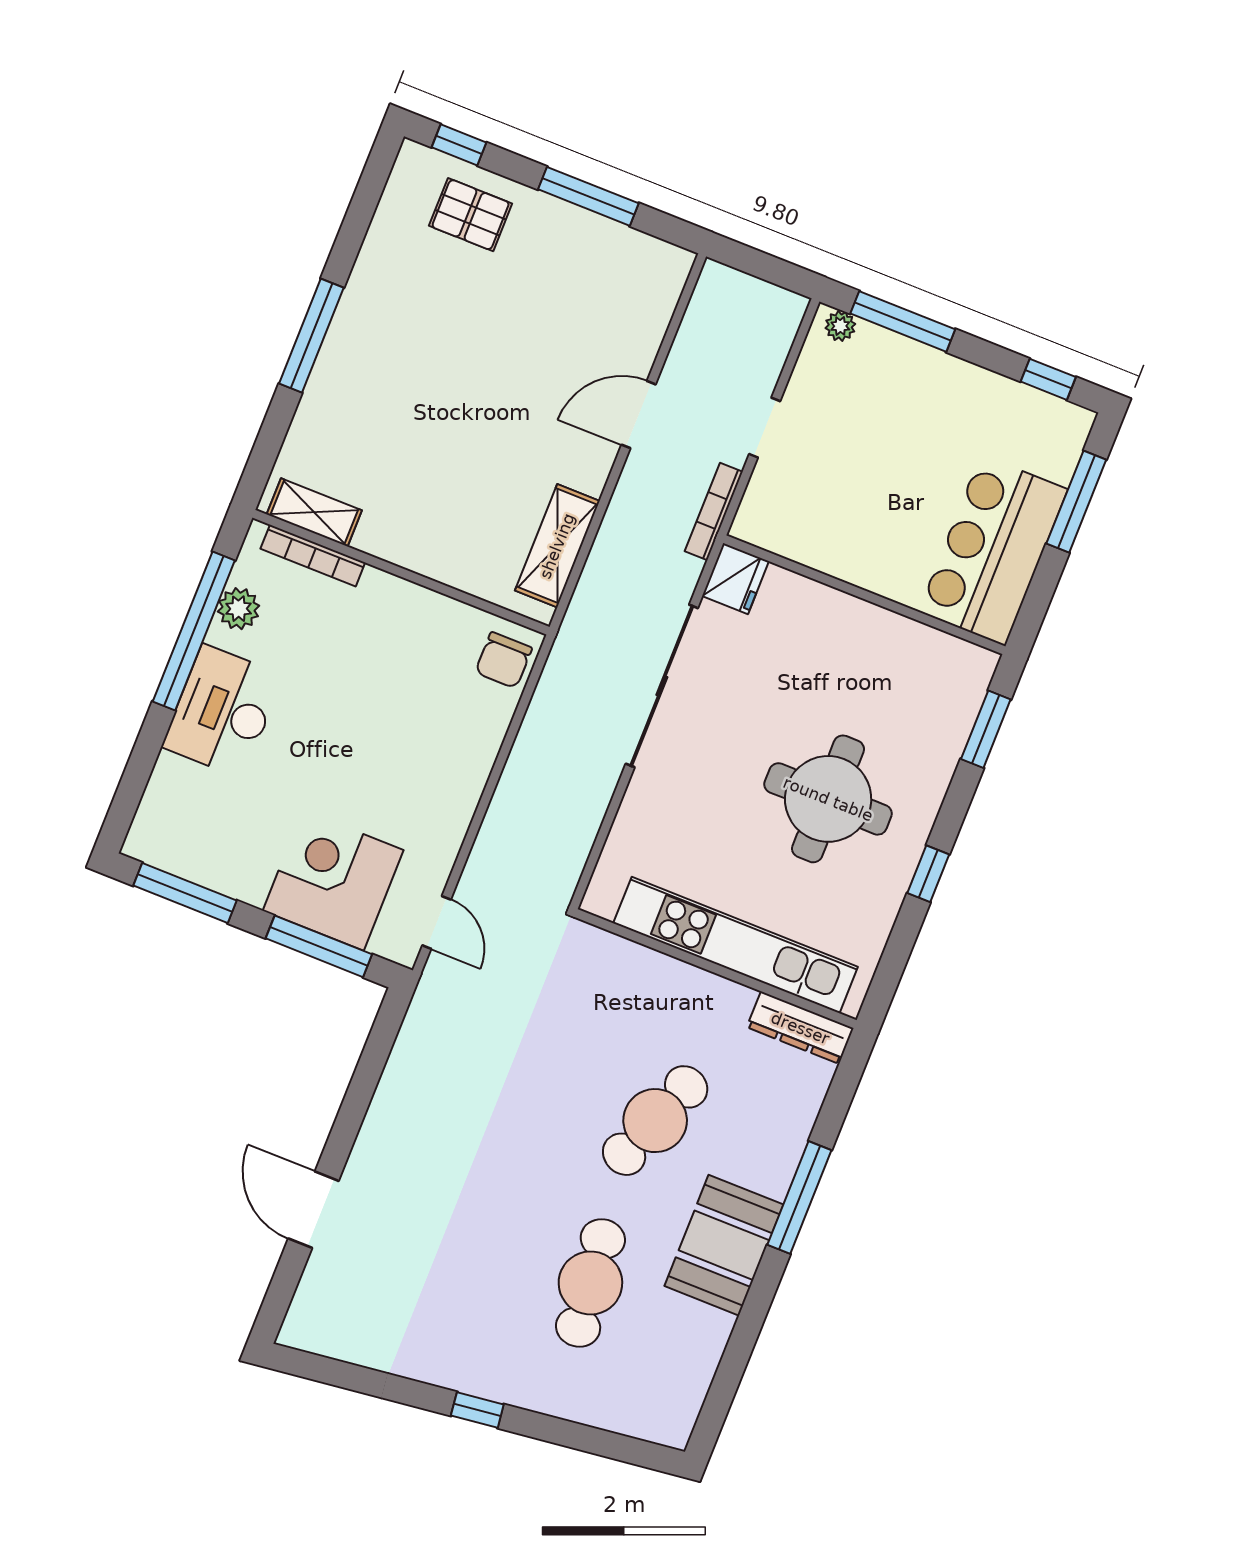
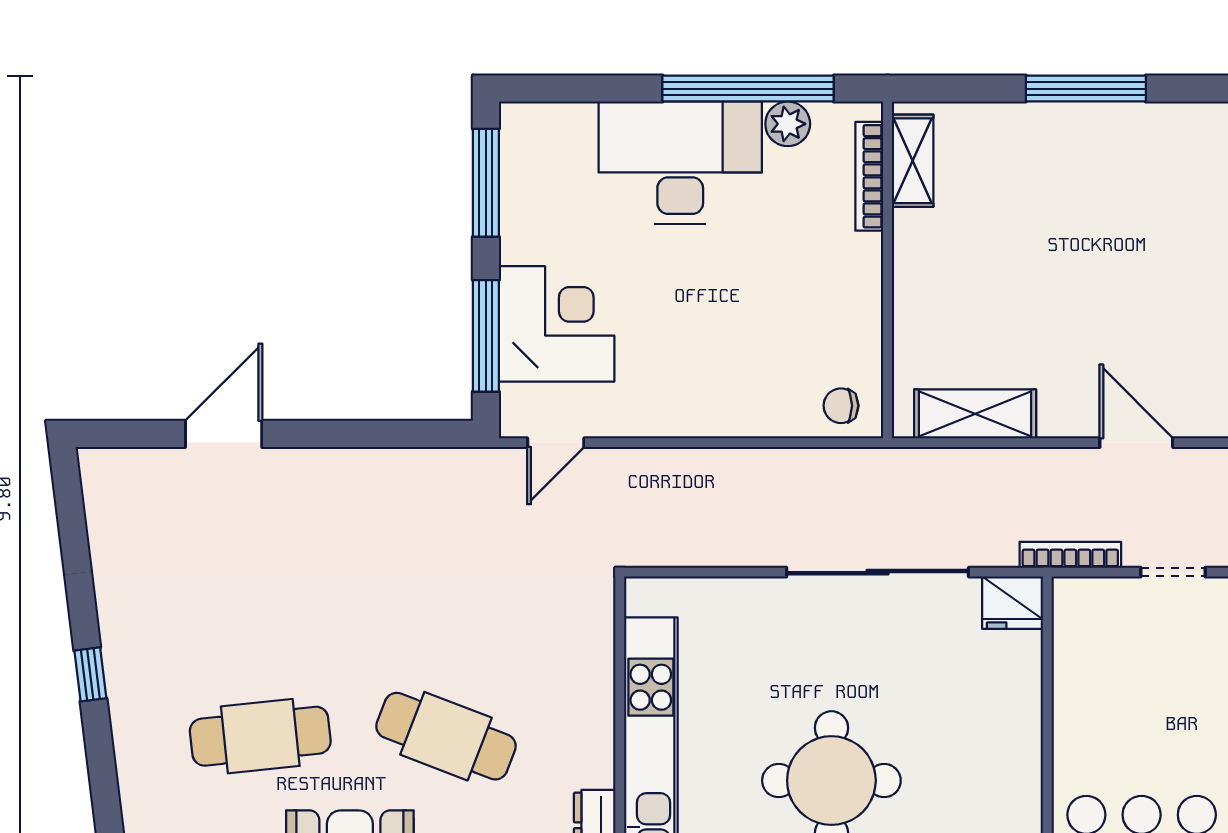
chair: (504, 660) -> (841, 406), width x0.73, depth x0.73
desk: (223, 711) -> (680, 163), width x1.36, depth x1.30

